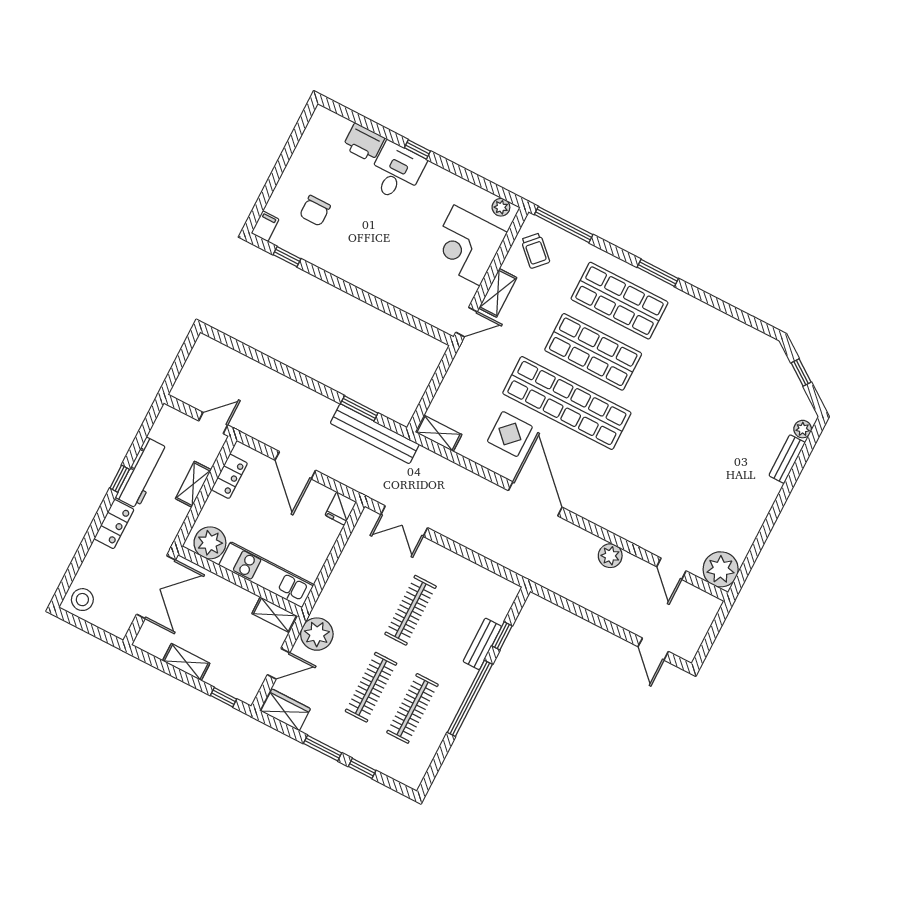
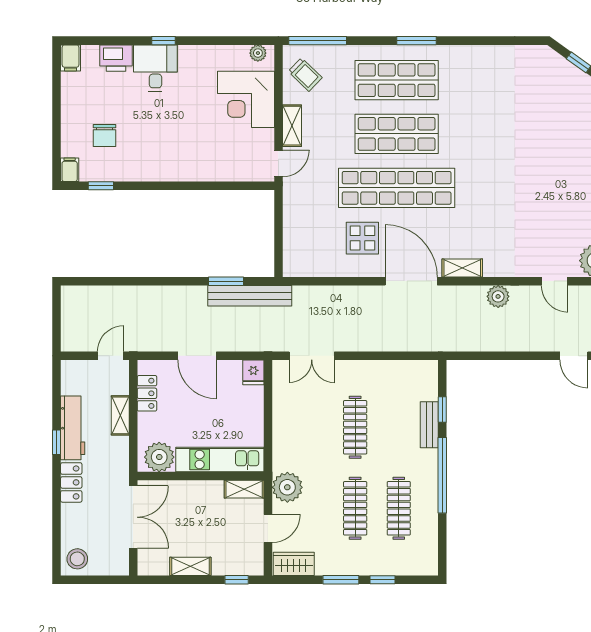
filing cabinet: (321, 120) -> (71, 58), added
shelving: (438, 433) -> (462, 268), moved

